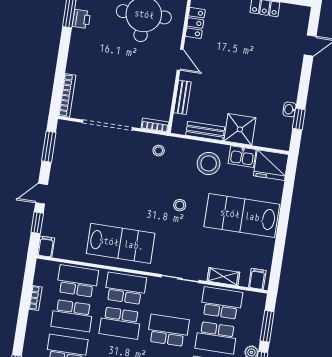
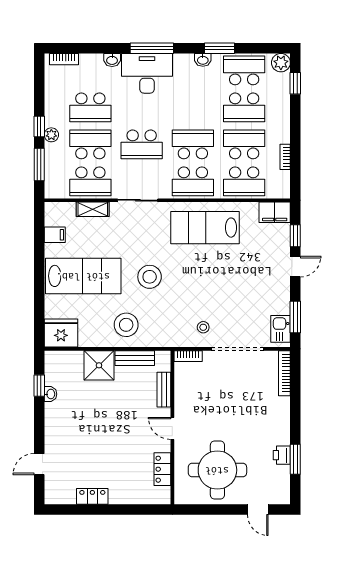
stool: (159, 151) -> (203, 327), moved
kitchen sink: (242, 157) -> (280, 329), moved, turned -90
stool: (180, 205) -> (150, 277), width x1.89, depth x1.89
filing cabinet: (46, 247) -> (275, 212), width x2.00
filing cabinet: (257, 279) -> (55, 235), moved, turned -90

